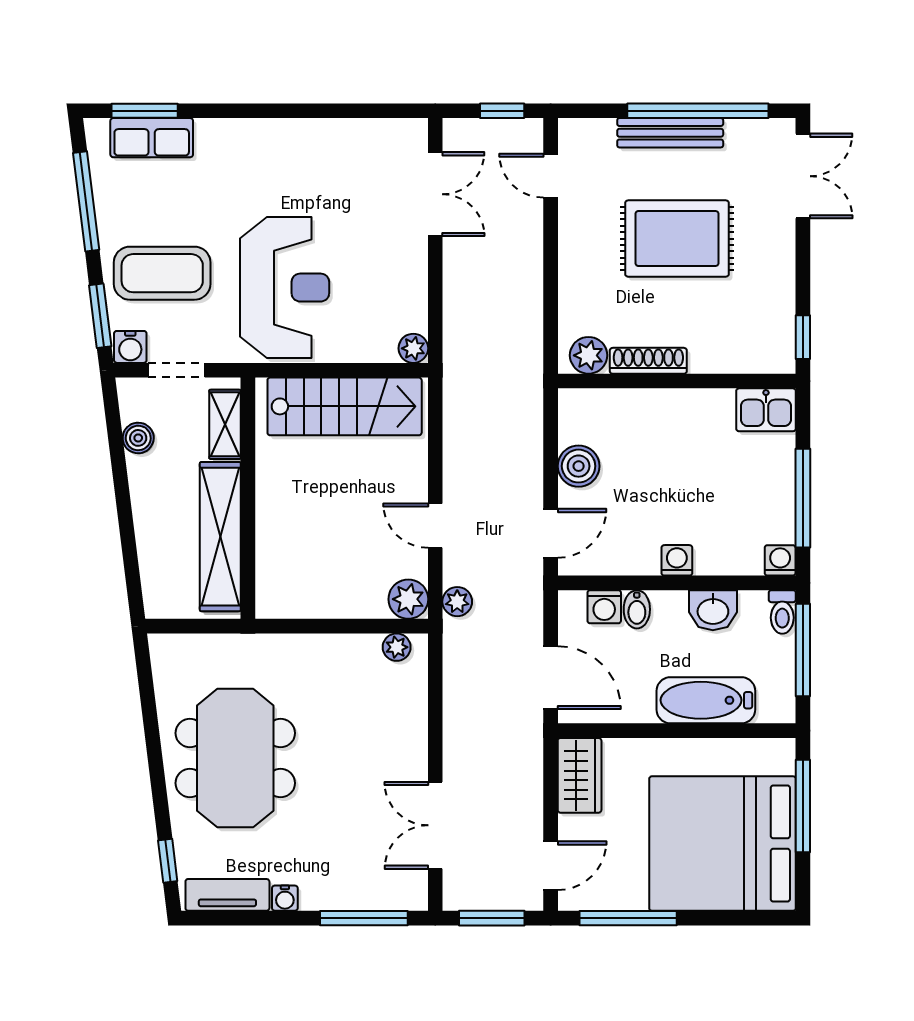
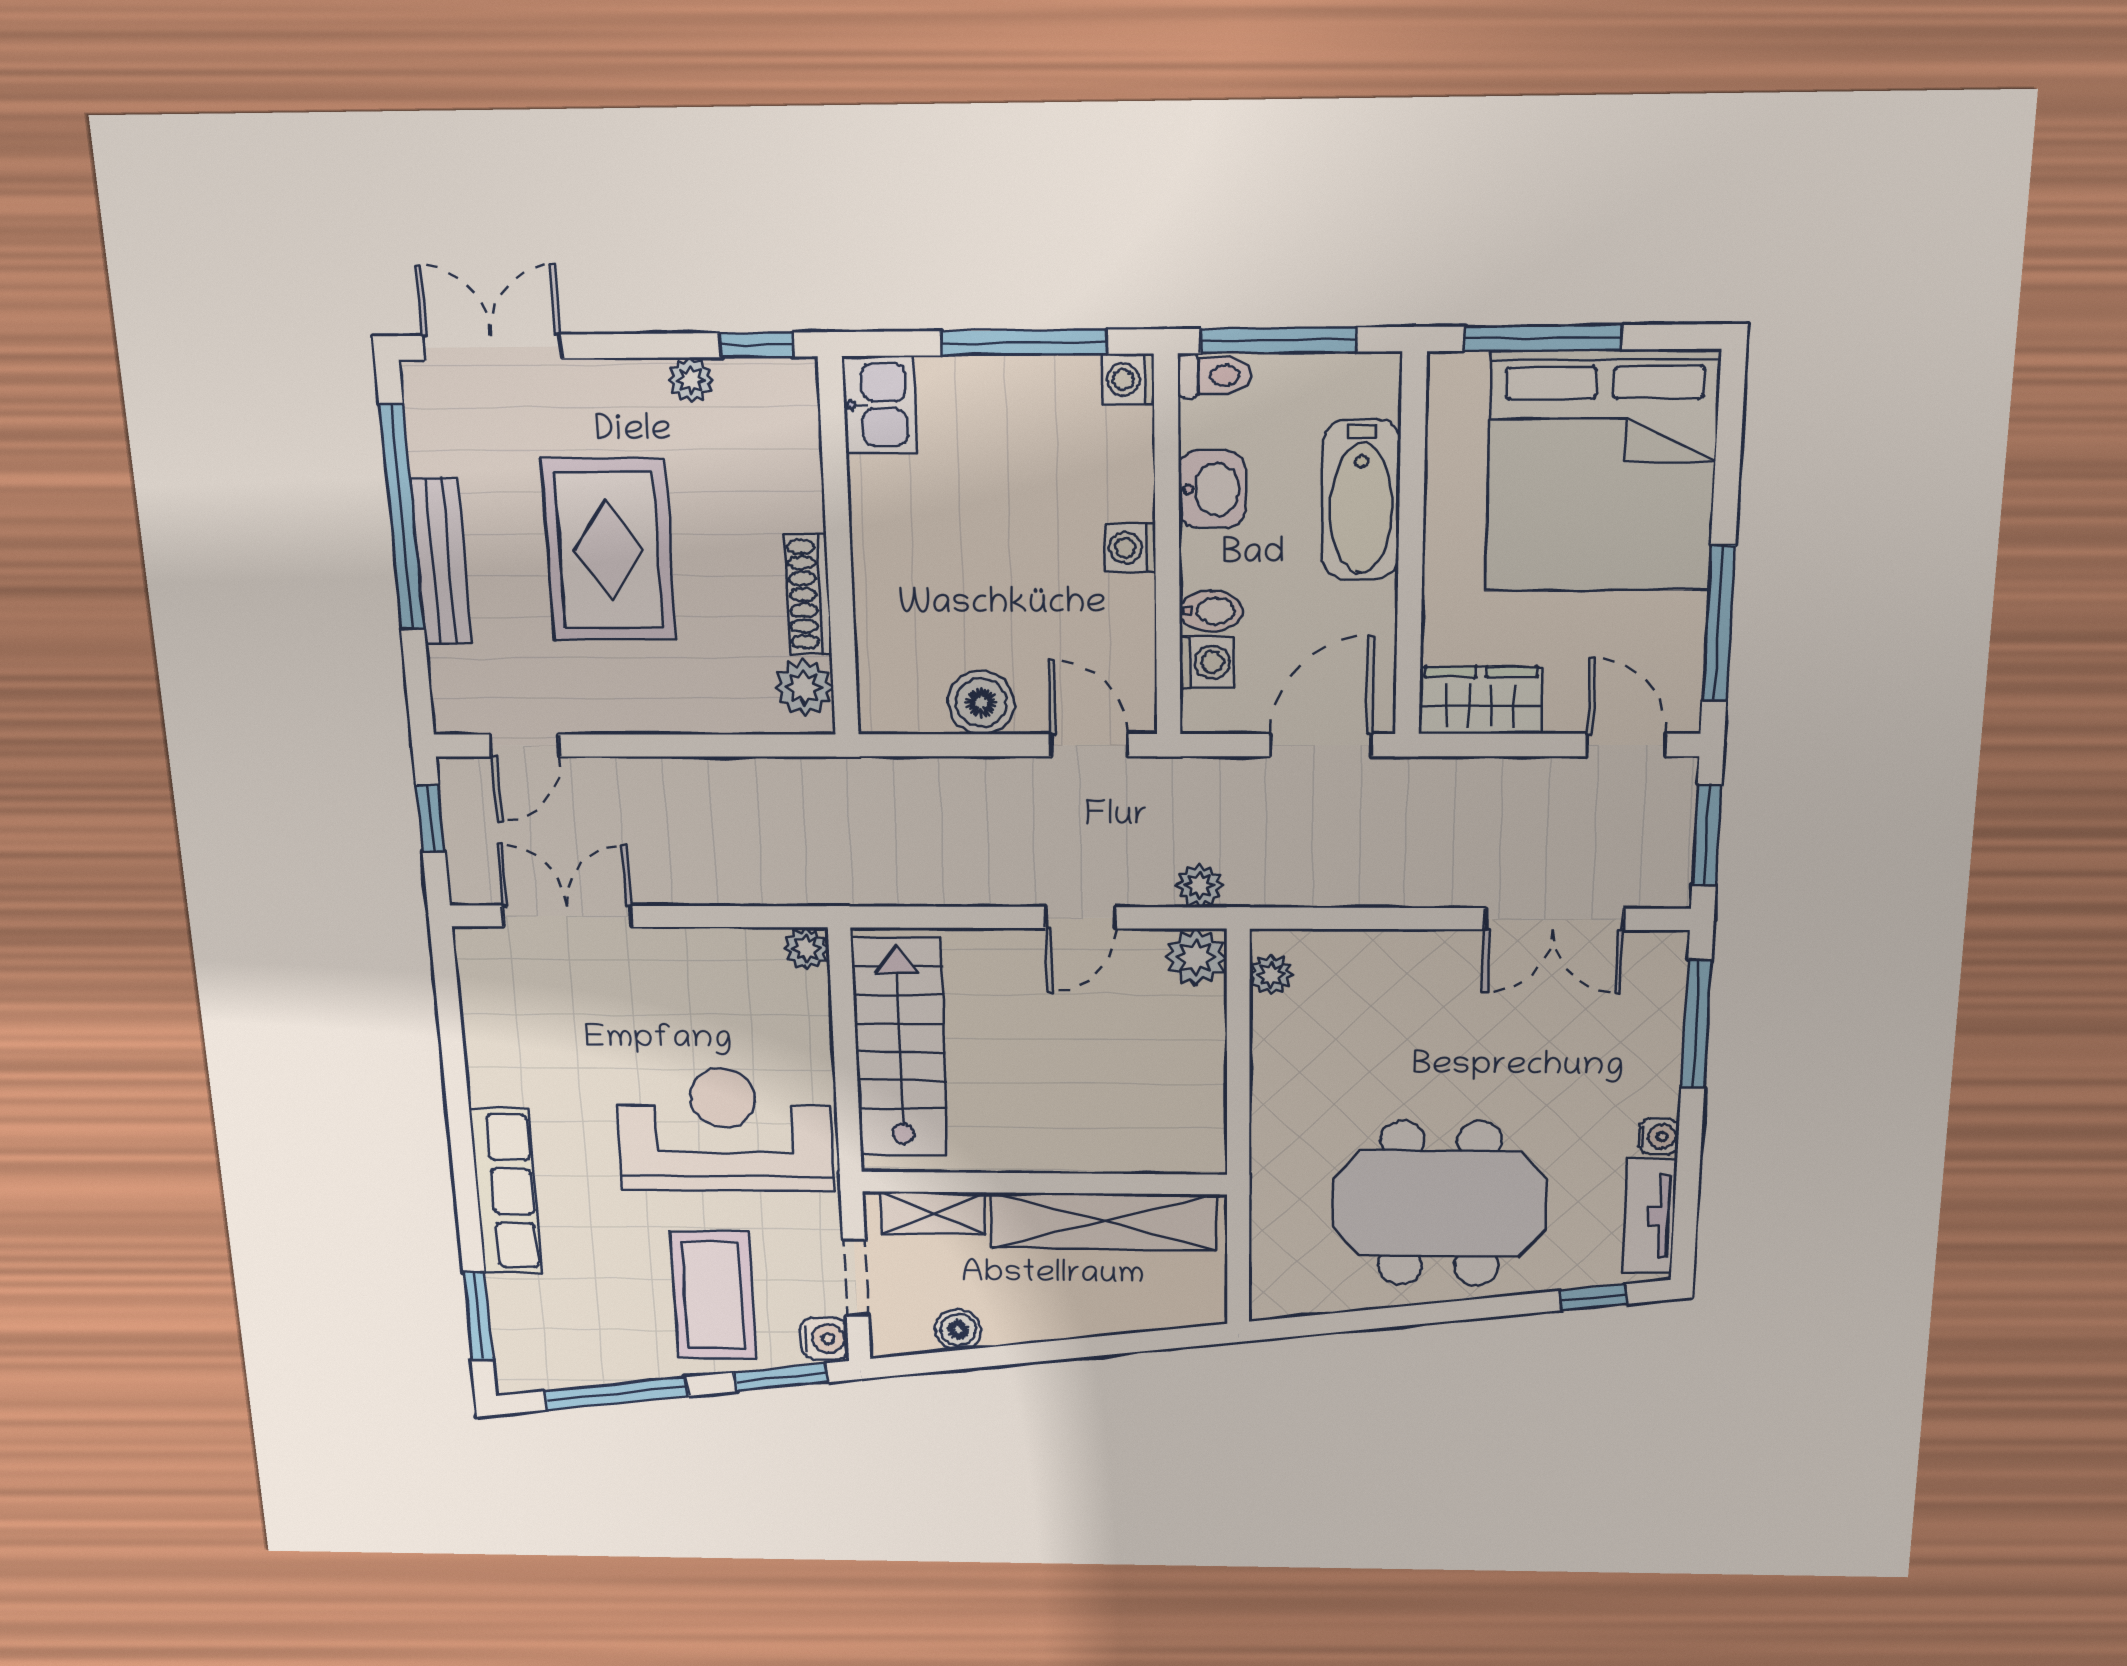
row of seats: (152, 138) -> (506, 1191), moved, width x1.48
plant: (782, 296) -> (691, 380), added

